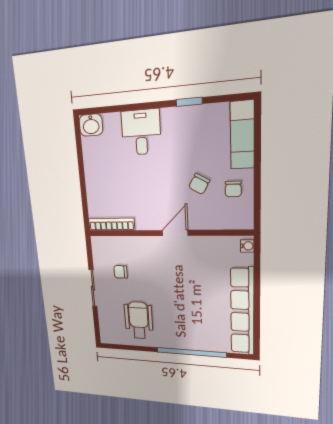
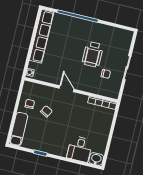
desk: (141, 132) -> (80, 149), moved
door: (175, 233) -> (67, 89), swing flipped
wheelchair: (139, 320) -> (93, 54), moved

